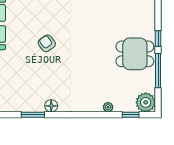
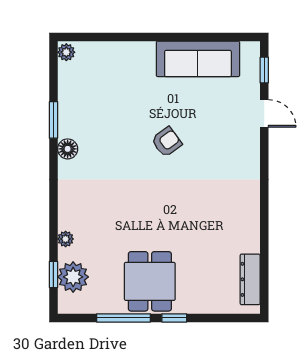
plant: (146, 102) -> (73, 277), moved

